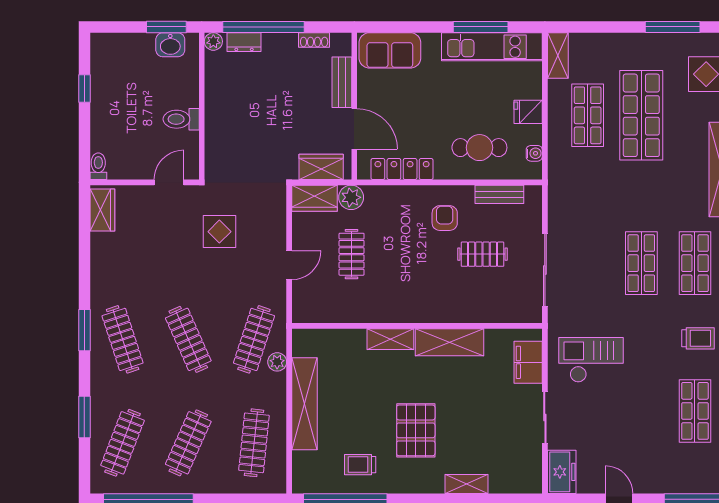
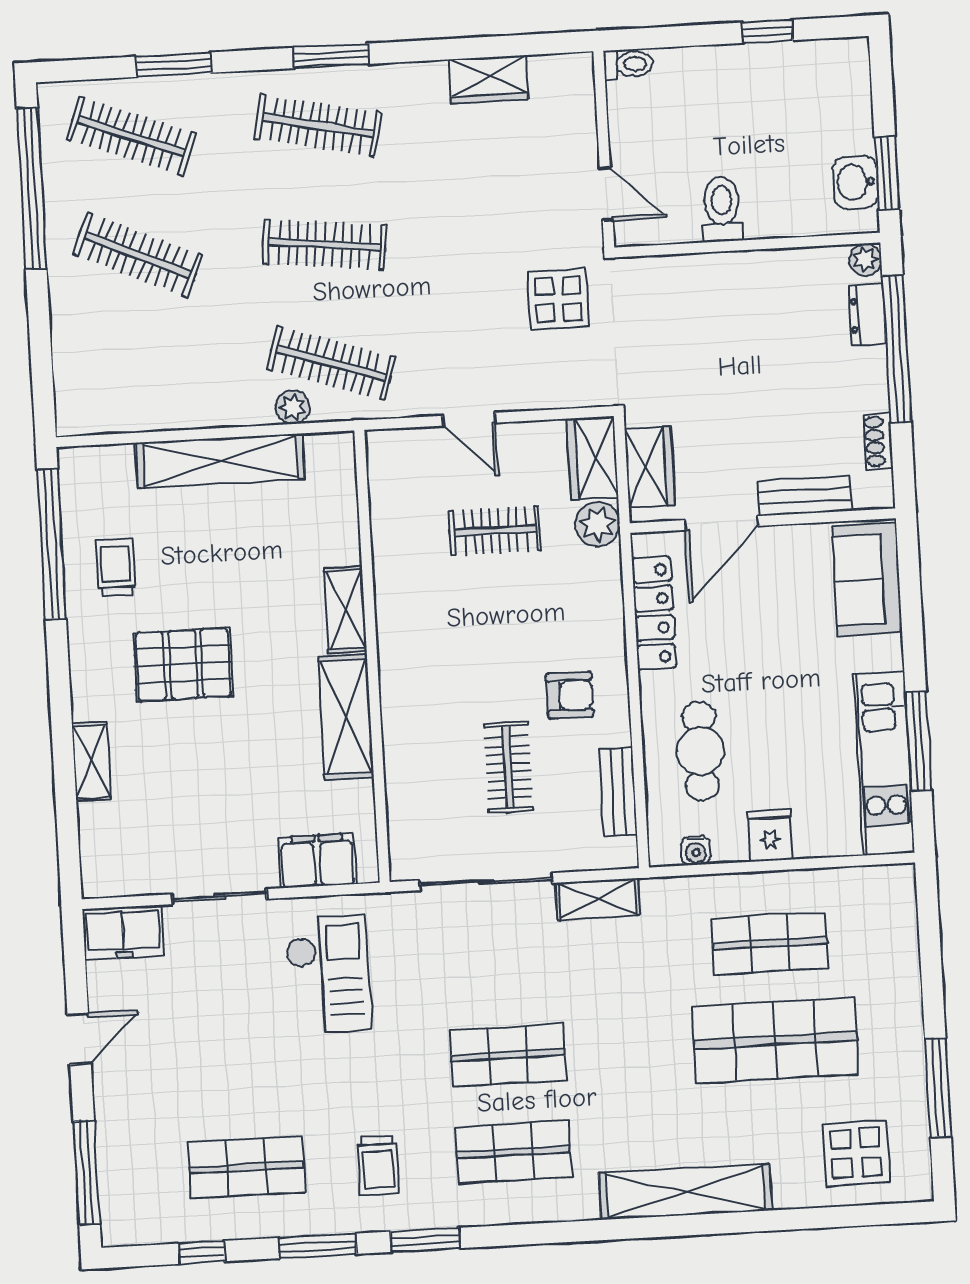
shelving: (558, 55) -> (597, 899), moved
wardrobe: (102, 210) -> (489, 79), moved
display table: (219, 232) -> (558, 299), moved
clothes rail: (123, 339) -> (318, 126), turned 30
clothes rail: (188, 339) -> (325, 244), turned 30
clothes rail: (254, 443) -> (144, 374), removed

